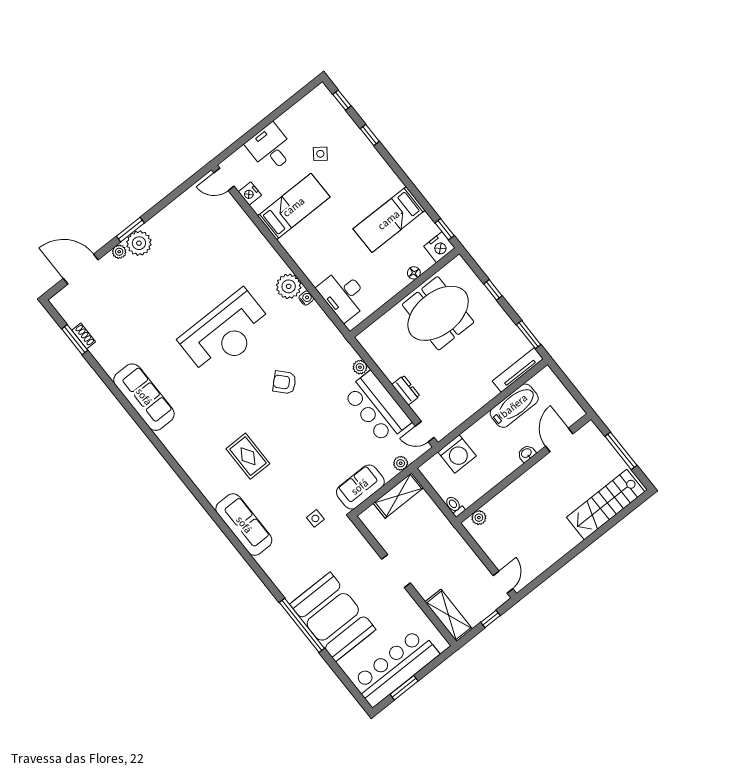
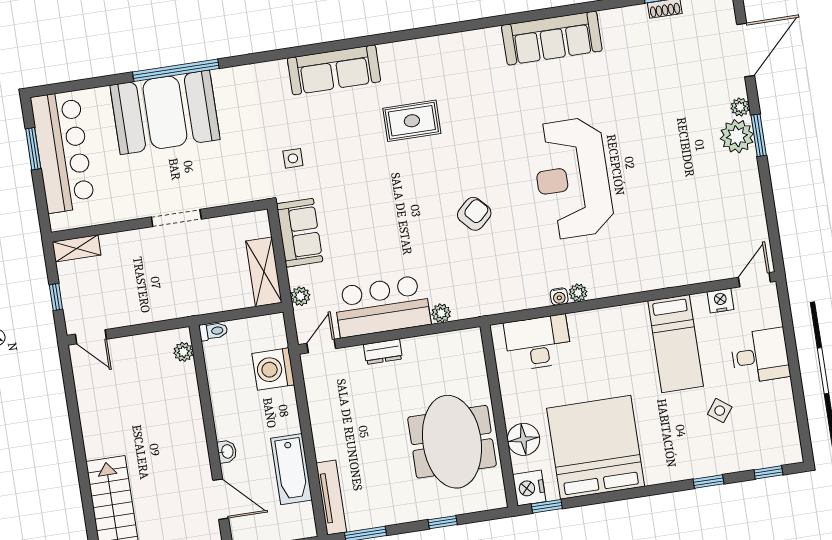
bed: (389, 220) -> (596, 447), width x2.04
floor lamp: (414, 273) -> (523, 439), width x1.89, depth x1.89
plant: (289, 286) -> (578, 293), width x0.53, depth x0.53
shelving: (449, 615) -> (77, 248), width x0.67, depth x0.75

